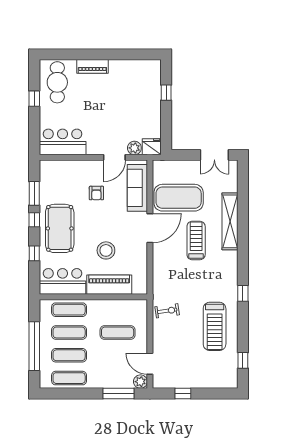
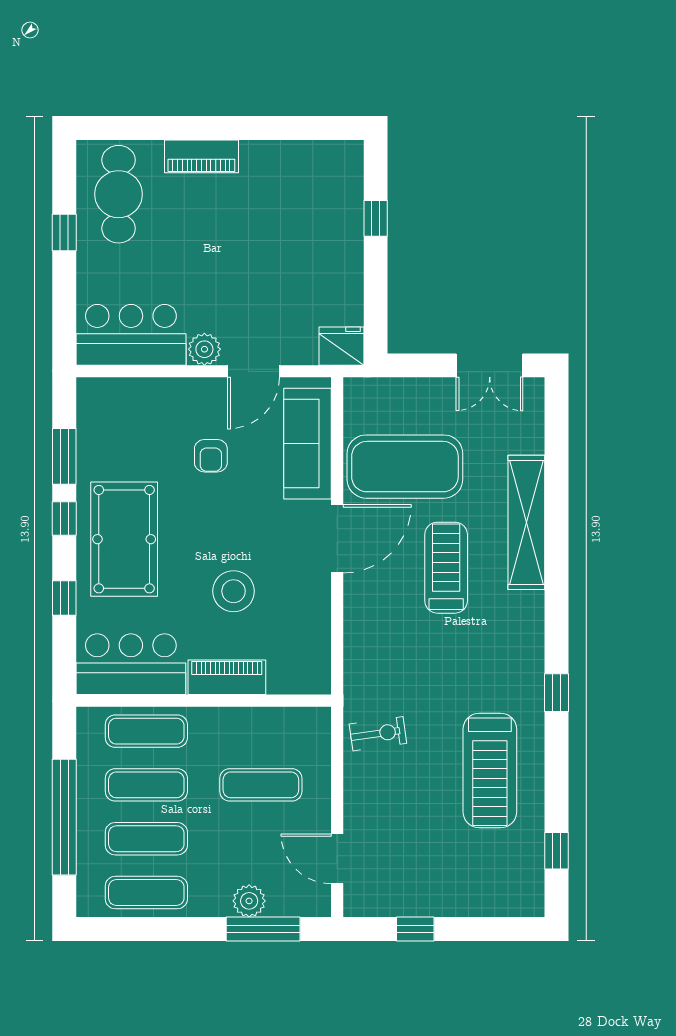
plant: (134, 148) -> (204, 349), moved
piano: (109, 285) -> (227, 677), width x0.73, depth x0.75
plant: (140, 382) -> (249, 901), moved

